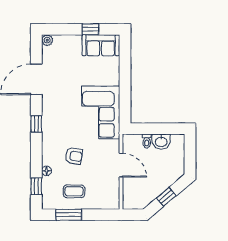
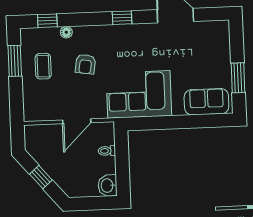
window: (90, 29) -> (238, 78), width x1.50
plant: (47, 40) -> (223, 27), removed
sofa: (101, 45) -> (206, 102), moved, turned 90
washbasin: (161, 142) -> (108, 186), moved

